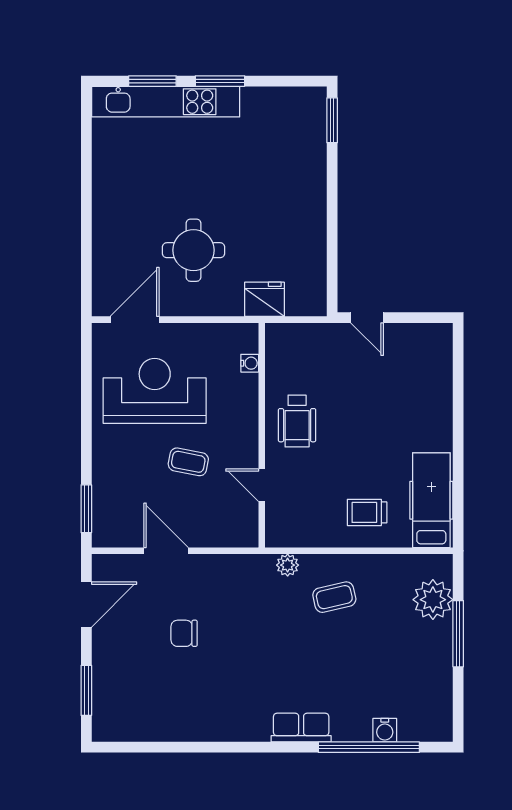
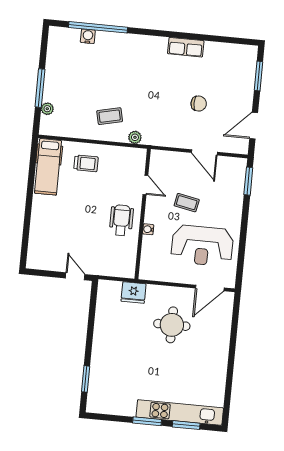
window: (332, 120) -> (86, 379), moved
water cooler: (250, 363) -> (148, 229), moved
plant: (433, 600) -> (47, 109), width x0.53, depth x0.53
row of seats: (301, 728) -> (186, 47), moved

